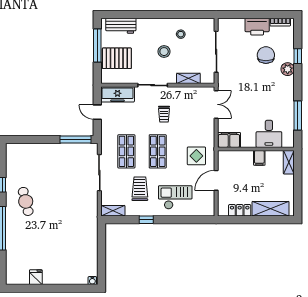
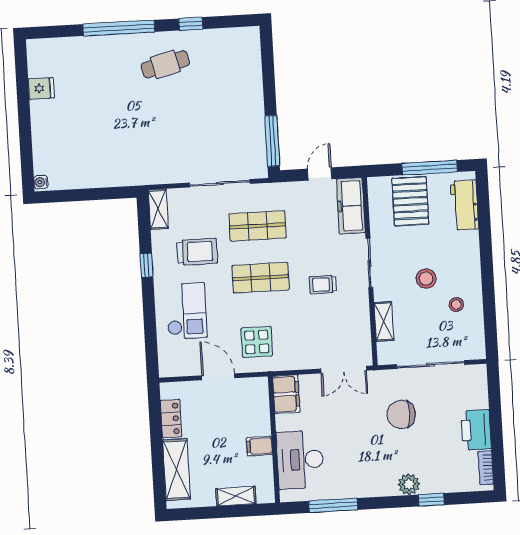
chair: (266, 55) -> (401, 414), moved, turned 180
desk: (269, 134) -> (300, 460), width x1.37
shelving: (289, 162) -> (236, 496), moved

